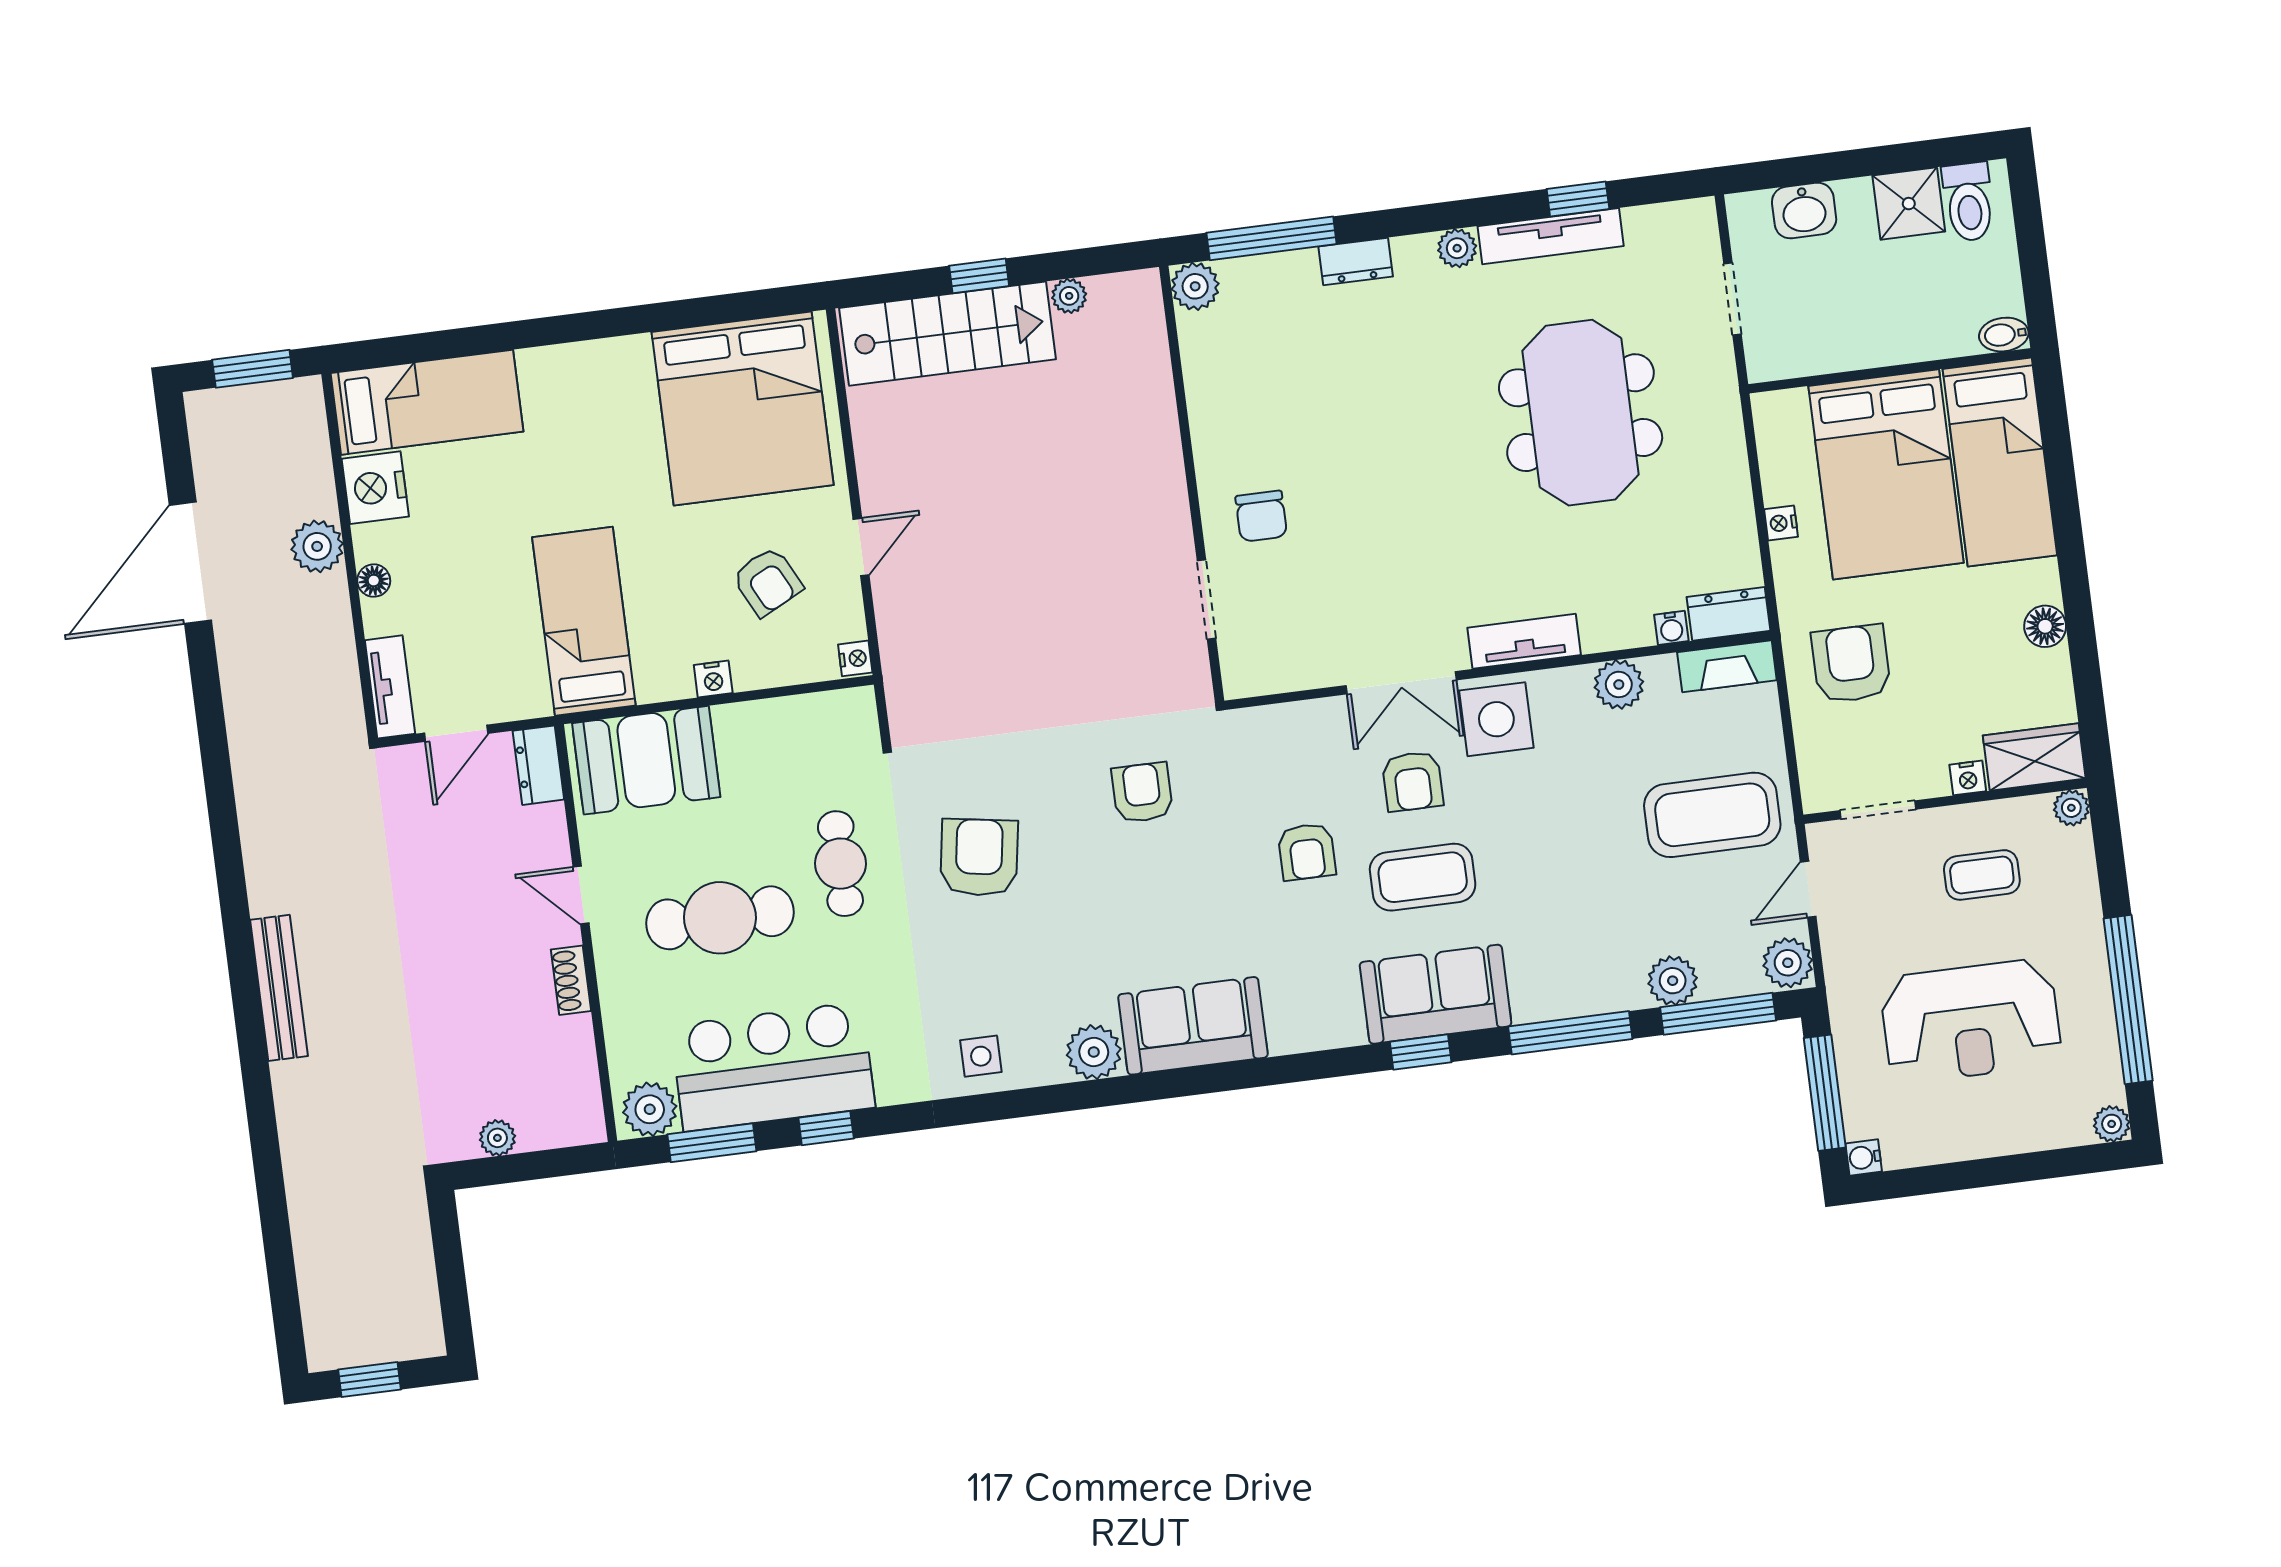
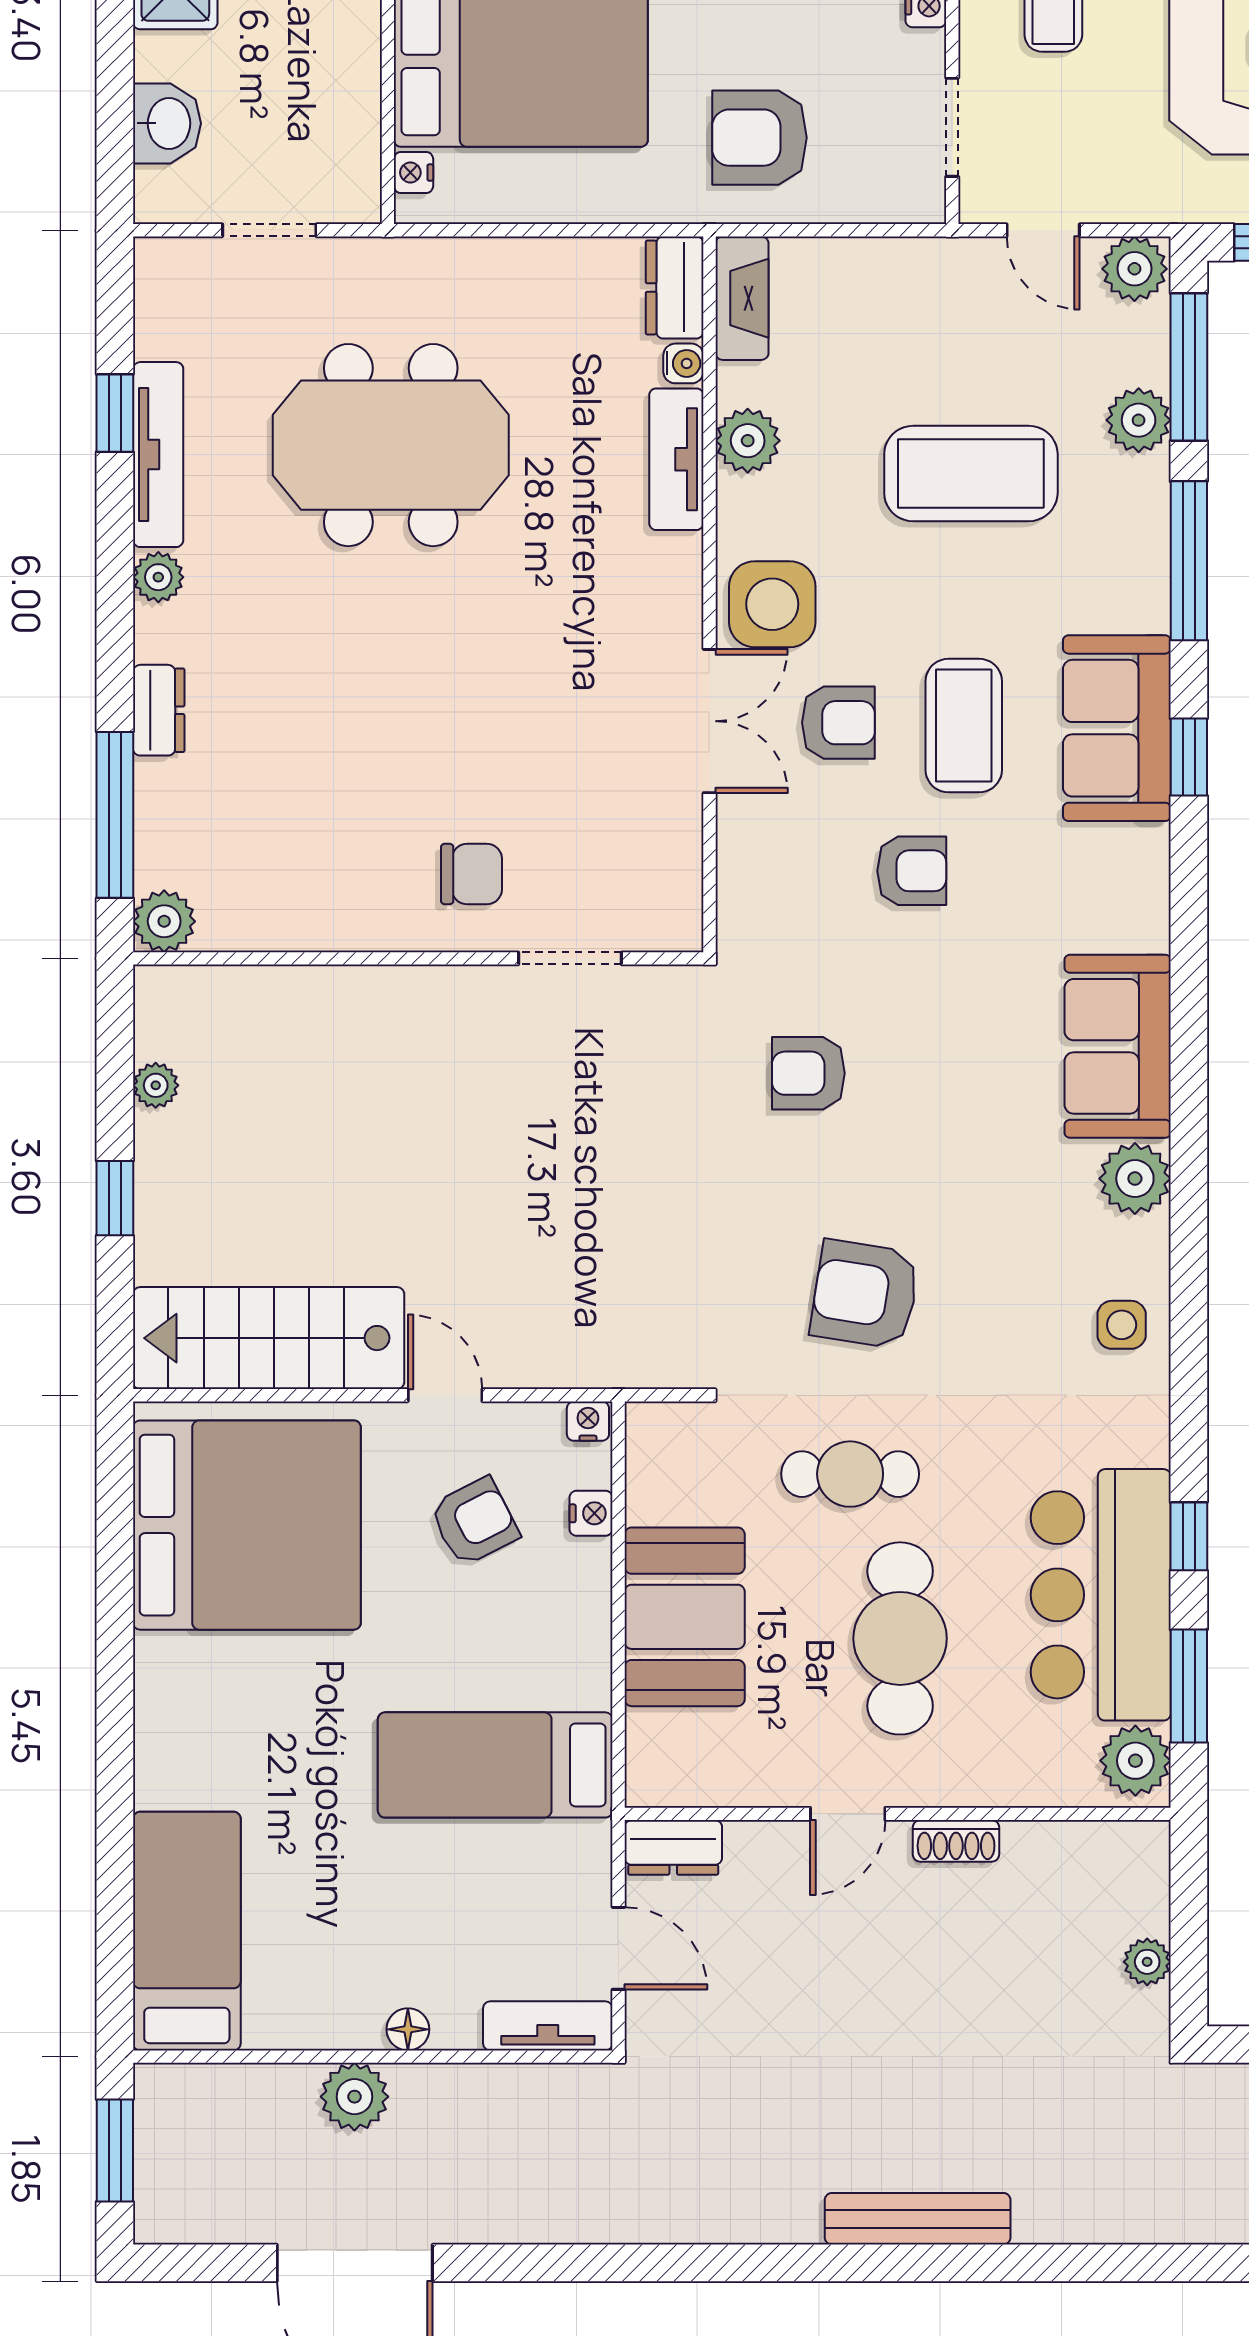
stairs: (948, 334) -> (269, 1338), moved, turned -90
nightstand: (375, 488) -> (288, 2012), removed
nightstand: (1781, 523) -> (413, 173), moved, turned 90
tv unit: (1524, 641) -> (676, 459), moved
nightstand: (713, 679) -> (591, 1513), moved
booth: (646, 760) -> (685, 1617), moved
coffee table: (1712, 815) -> (971, 474), moved, turned 90

